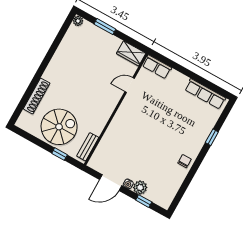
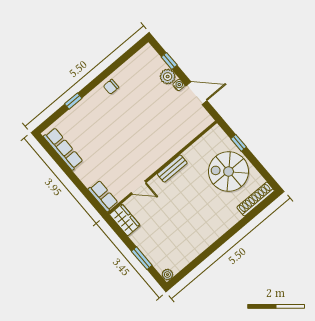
shoe rack: (37, 96) -> (256, 199), moved
bench: (88, 147) -> (172, 168), moved

